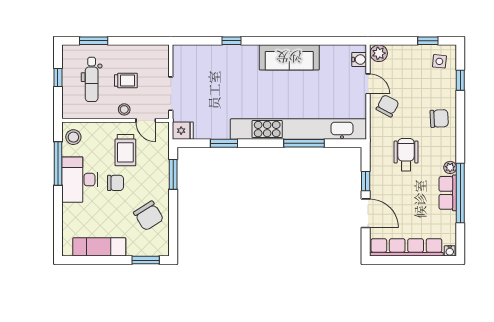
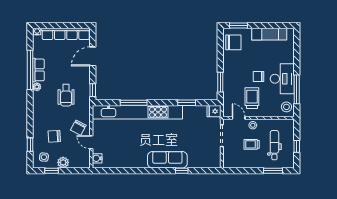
plant: (379, 53) -> (63, 162), moved
sofa: (289, 57) -> (167, 160), moved
chair: (439, 118) -> (54, 136), moved
window: (366, 181) -> (93, 90), moved
door: (366, 213) -> (93, 56), hinge flipped
chair: (149, 216) -> (233, 42), moved, turned 122

